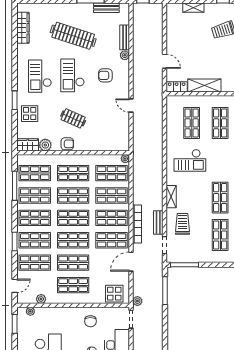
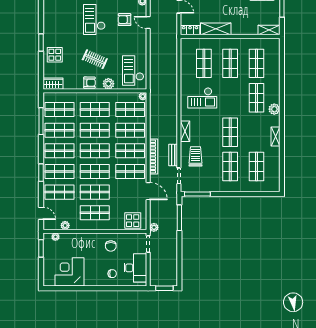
checkout: (40, 76) -> (133, 70), moved
door: (131, 106) -> (148, 22), moved
plant: (45, 145) -> (108, 84), moved
door: (131, 262) -> (148, 191), swing flipped
door: (15, 286) -> (41, 213), hinge flipped

